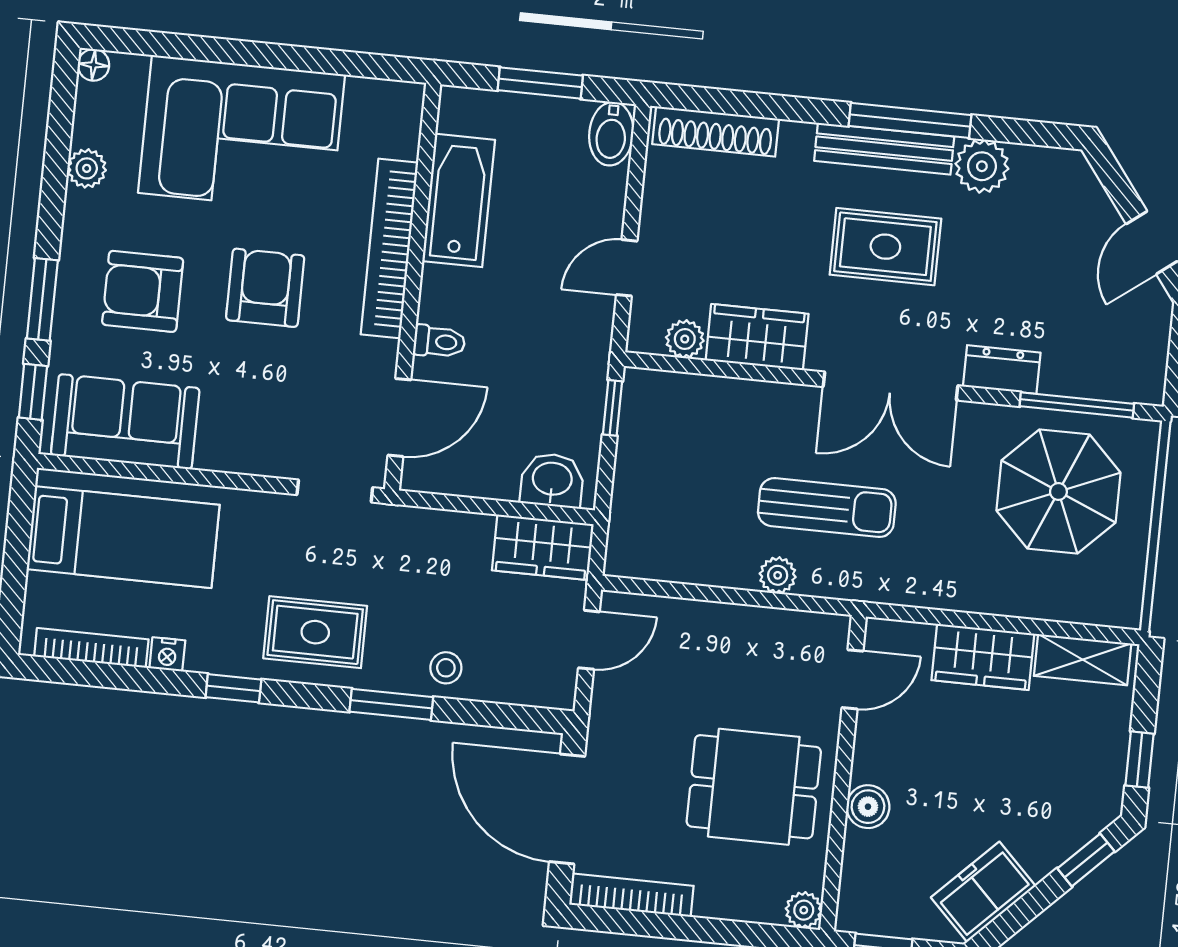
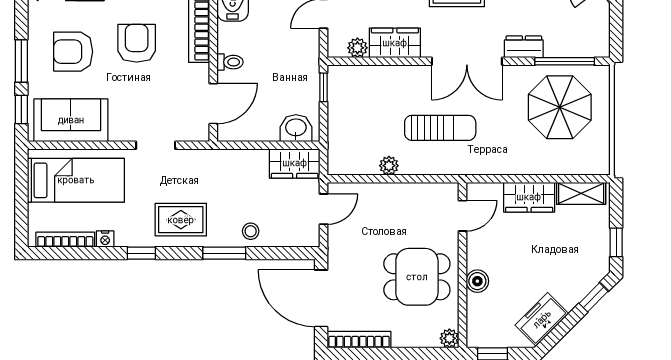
doorway: (335, 491) -> (156, 145), moved
plant: (778, 575) -> (389, 166), moved

